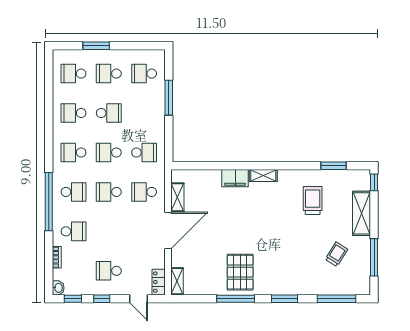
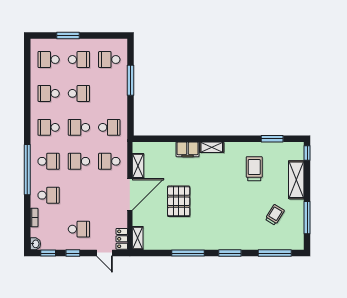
school desk: (109, 74) -> (79, 60), turned 180
school desk: (109, 271) -> (79, 229), turned 180
pallet: (240, 272) -> (179, 201), moved

